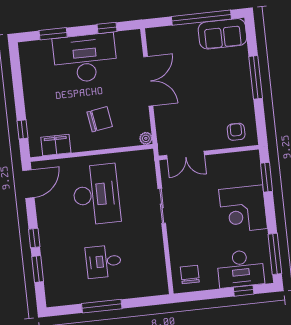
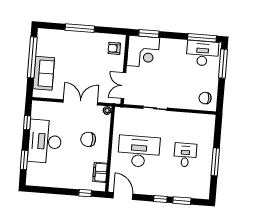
sofa: (222, 34) -> (44, 73), moved
double door: (148, 81) -> (80, 102), moved
chair: (100, 119) -> (88, 139), turned -81
double door: (186, 155) -> (123, 86), swing flipped
corner desk: (243, 209) -> (143, 52), moved
desk: (103, 261) -> (185, 155), turned 180
desk: (241, 269) -> (202, 53), moved, turned -90
window: (244, 291) -> (223, 64), width x2.17

